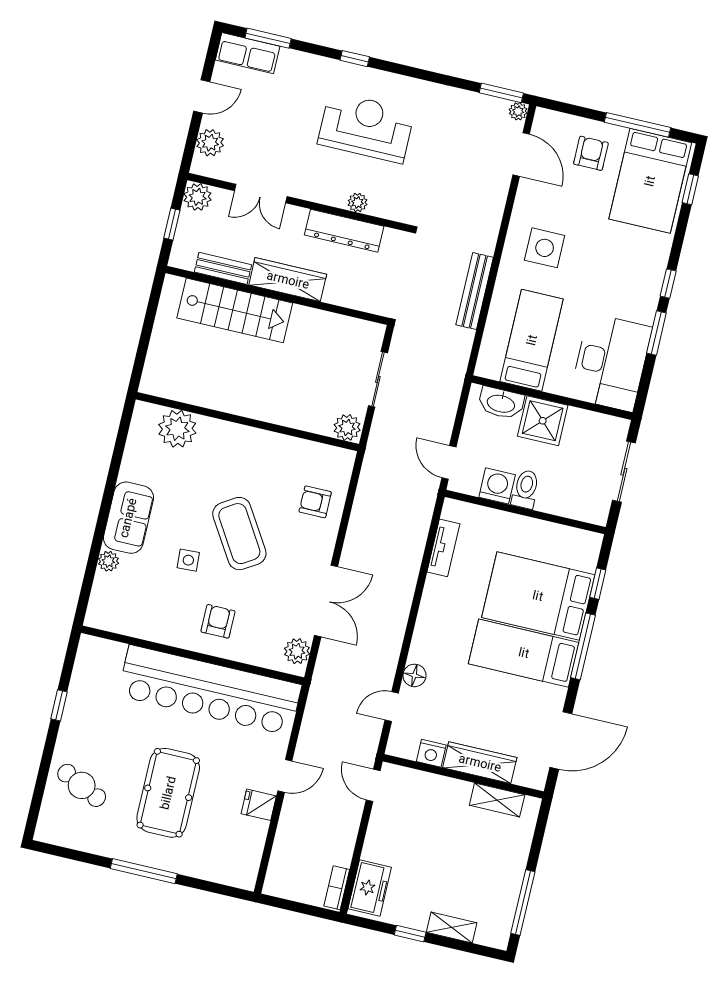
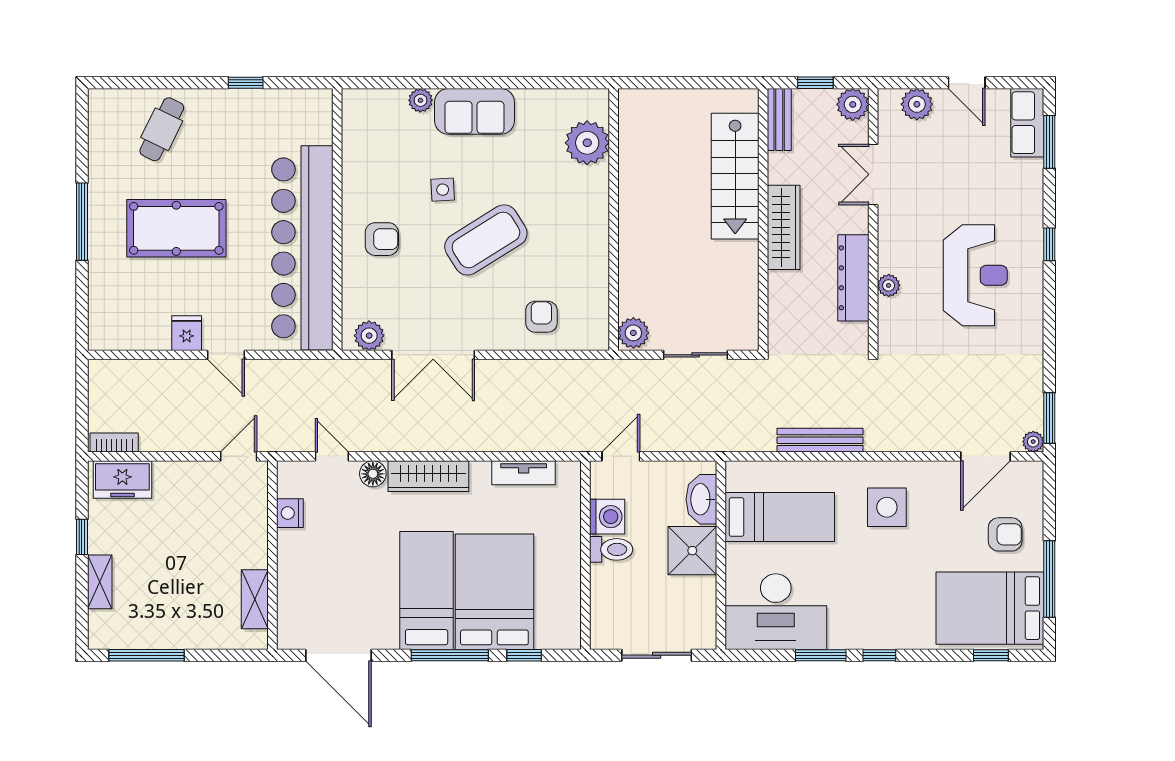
bench: (223, 268) -> (779, 119), moved
wardrobe: (480, 763) -> (428, 476), moved, turned 90

